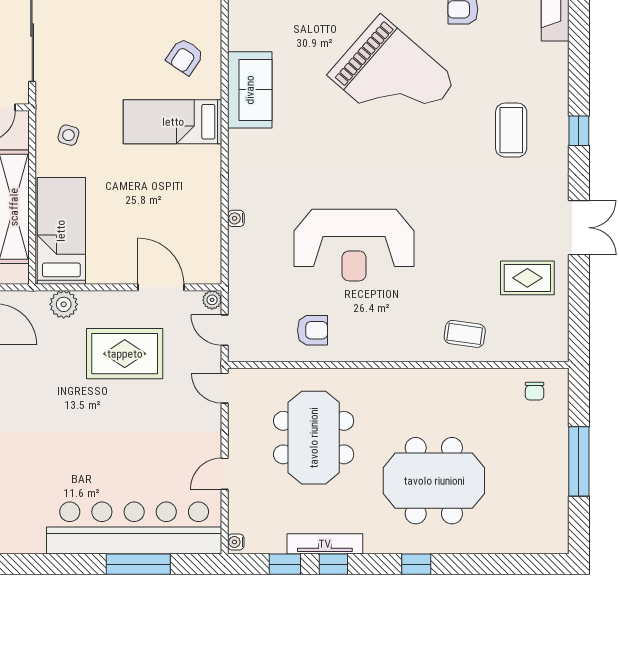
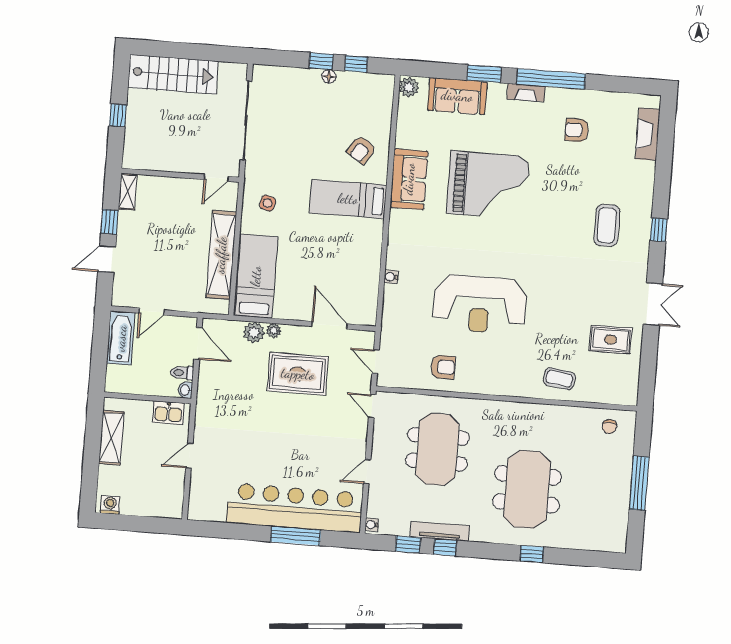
grand piano: (392, 78) -> (488, 185), moved, turned -41
plant: (212, 300) -> (274, 331), moved
meeting table: (434, 481) -> (527, 489), turned 90
window: (416, 564) -> (532, 554), moved

